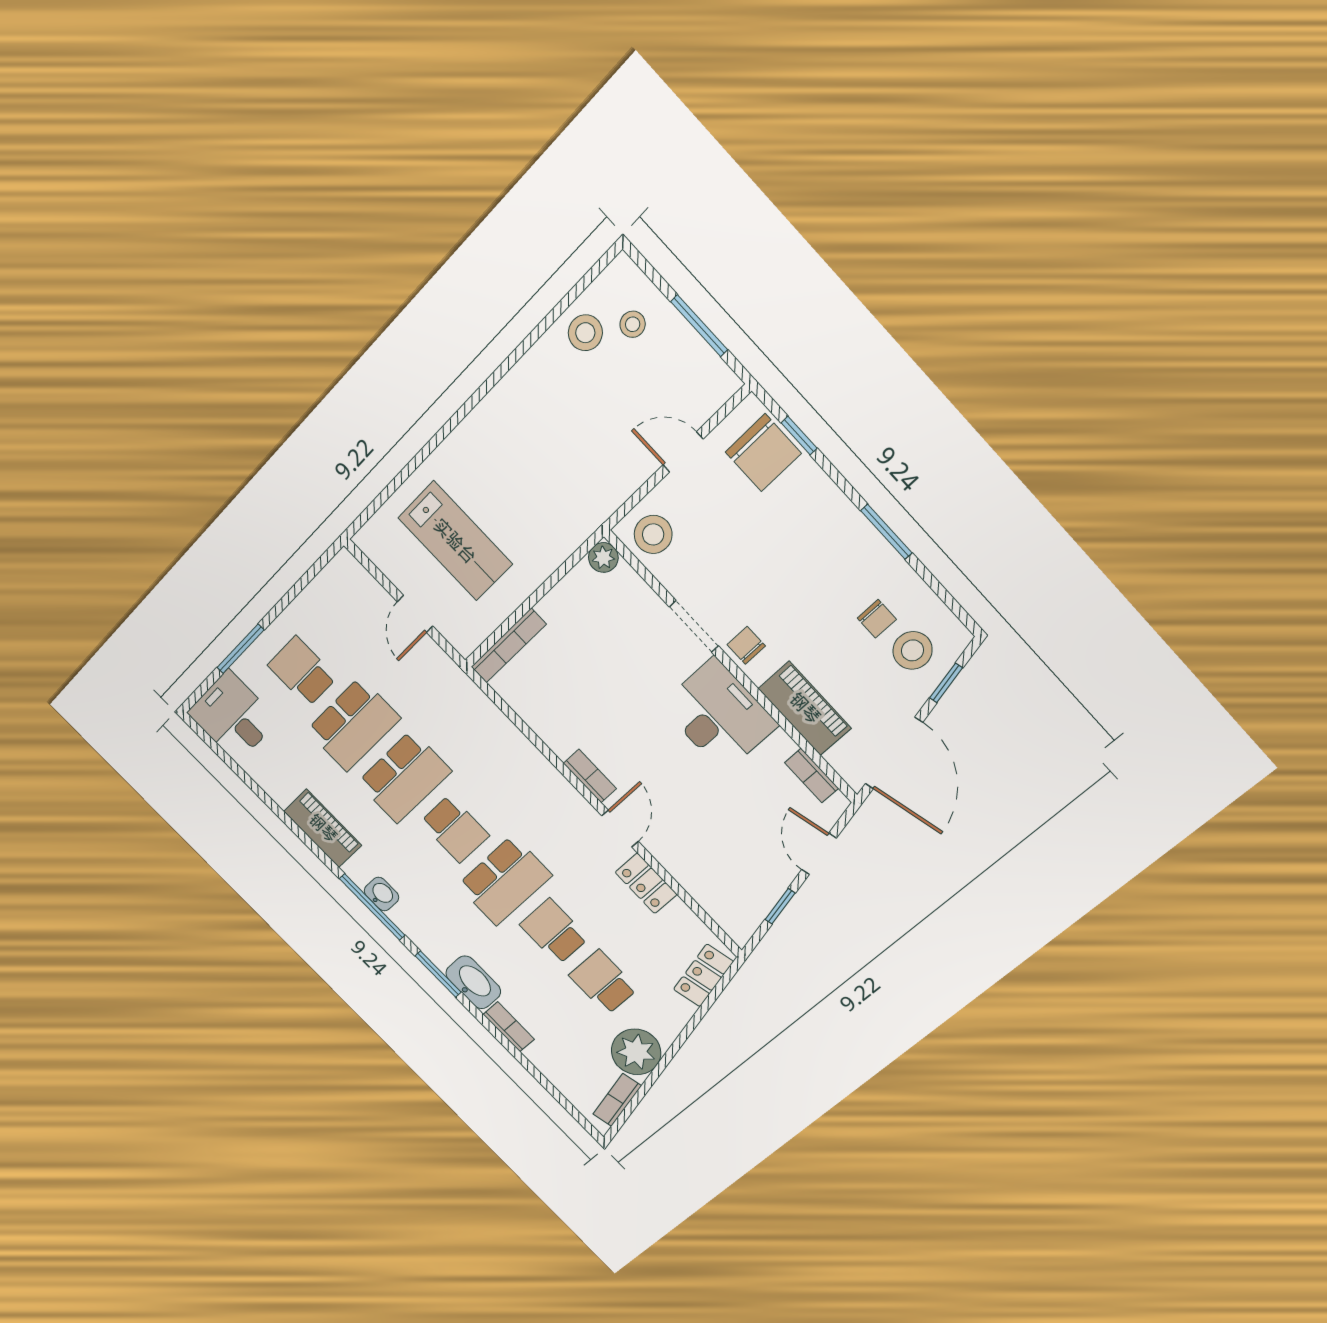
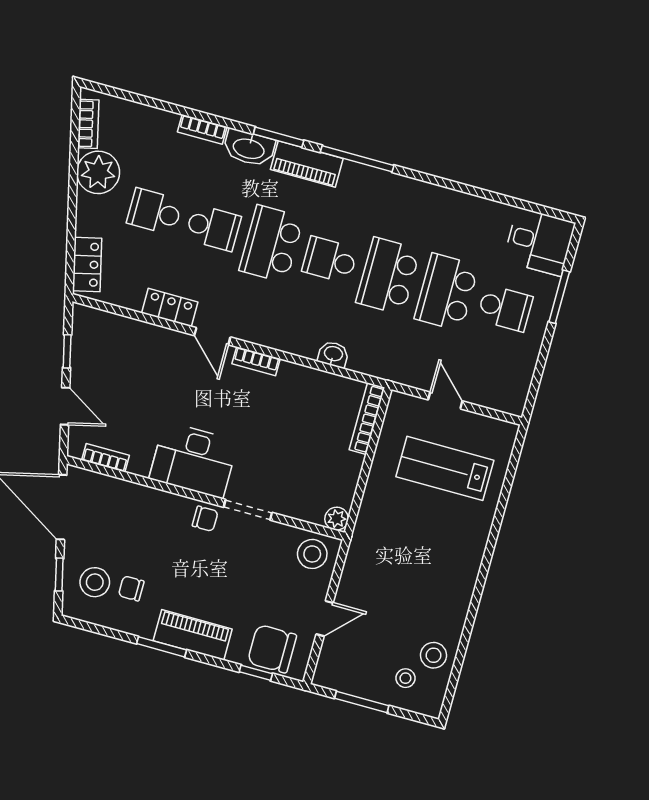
piano: (805, 708) -> (193, 635), moved, turned 180
piano: (323, 828) -> (307, 164), moved
washbasin: (381, 894) -> (333, 354), moved, turned 180
school desk: (603, 982) -> (155, 212), turned 180

